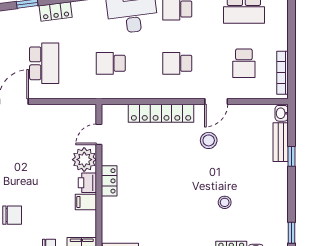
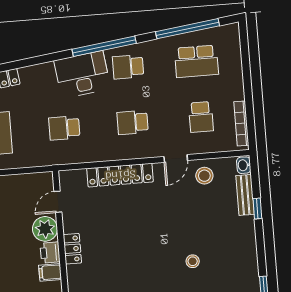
stool: (209, 140) -> (204, 176), moved

